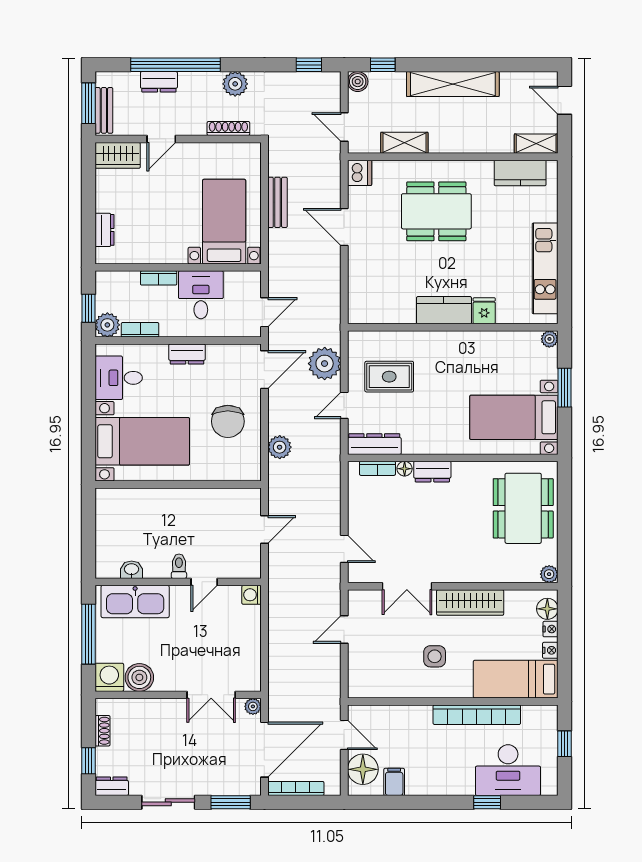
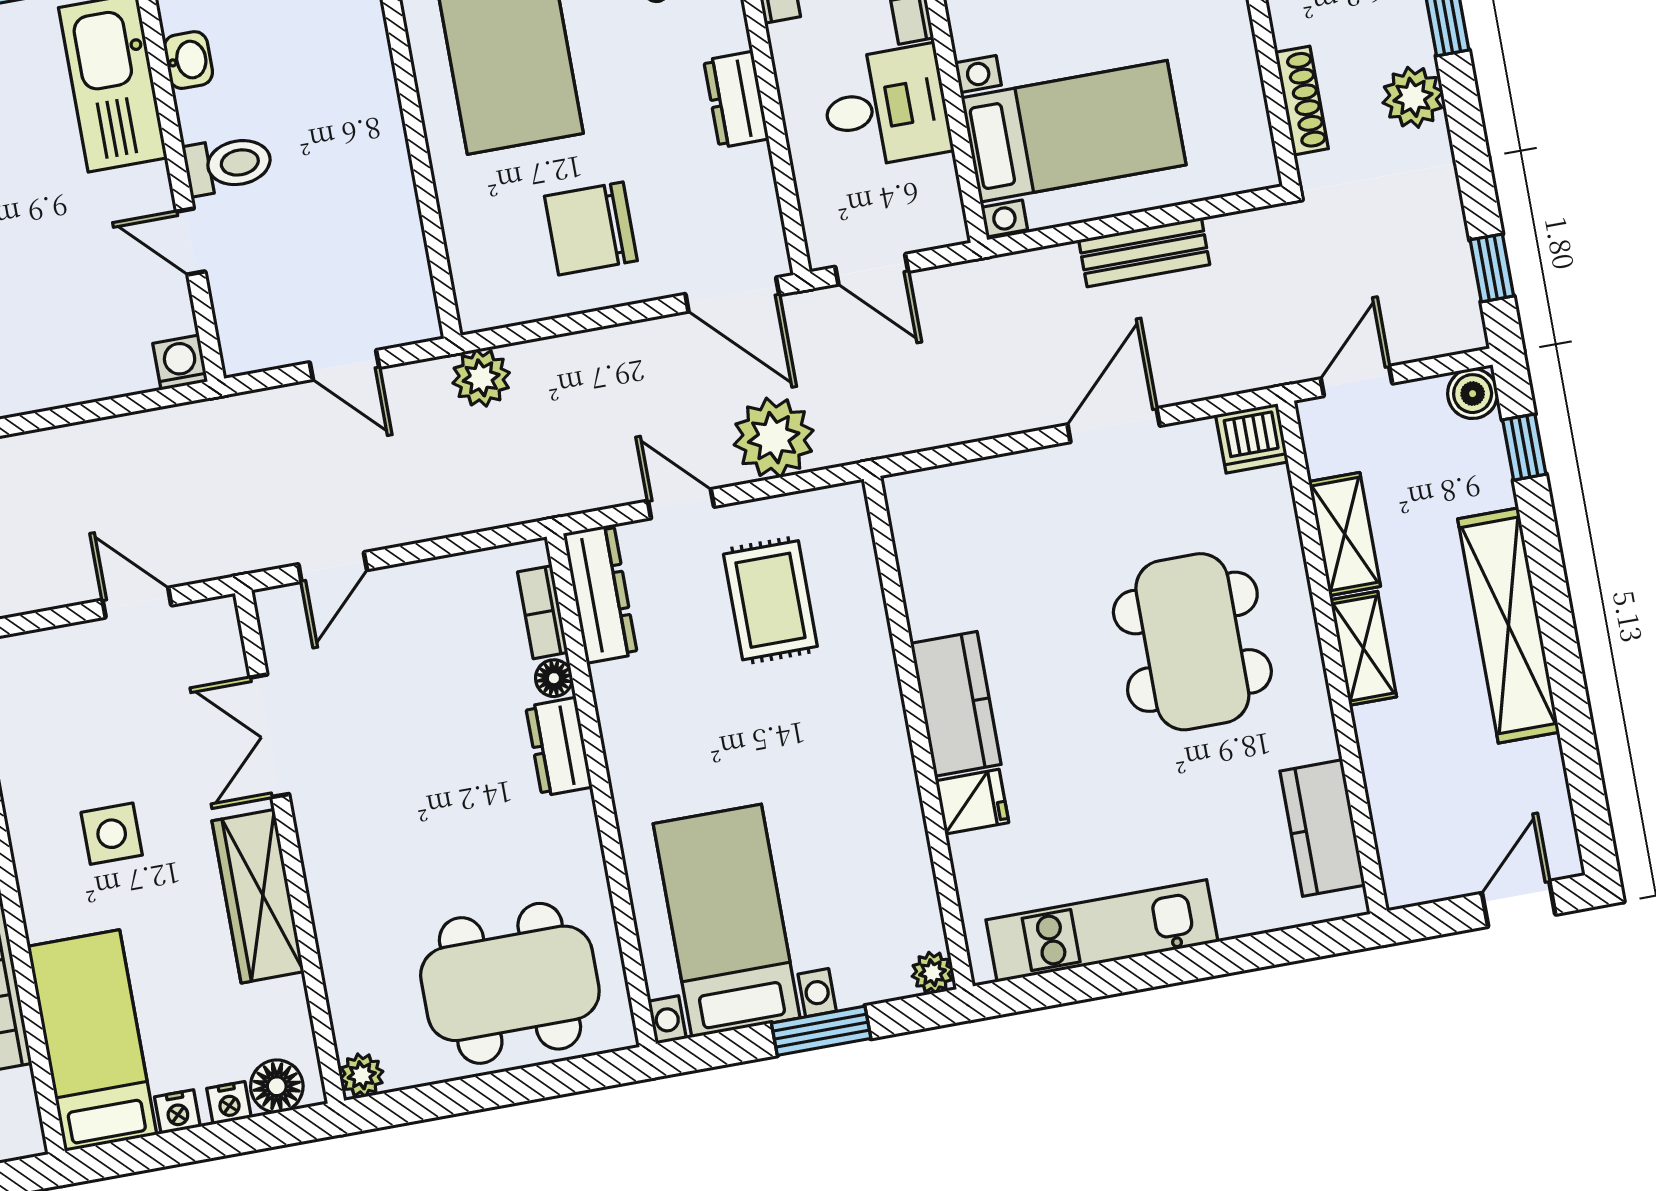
shelving: (536, 144) -> (1363, 648), moved
plant: (280, 447) -> (481, 378), moved
toilet: (179, 566) -> (228, 165), width x1.37, depth x1.39

